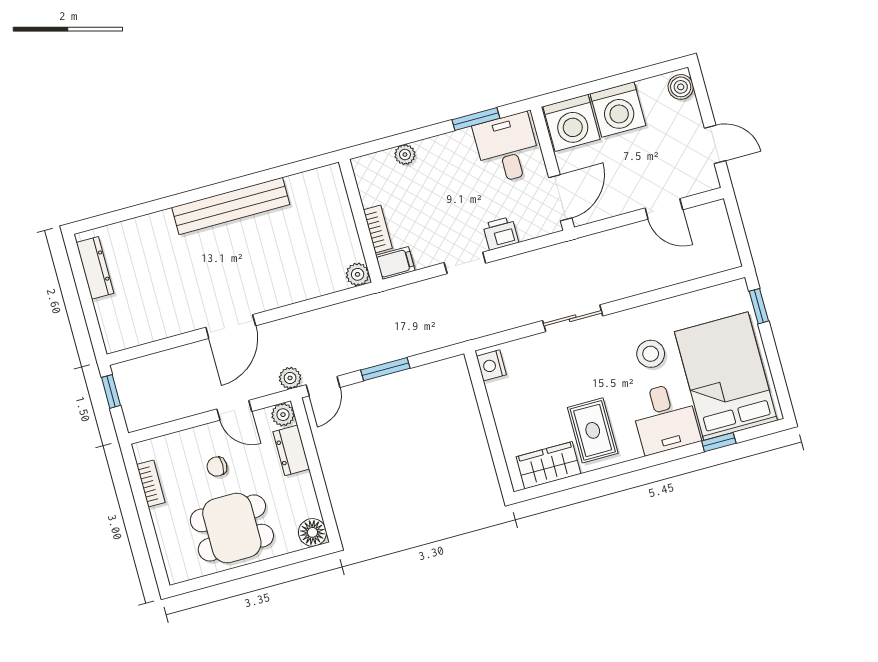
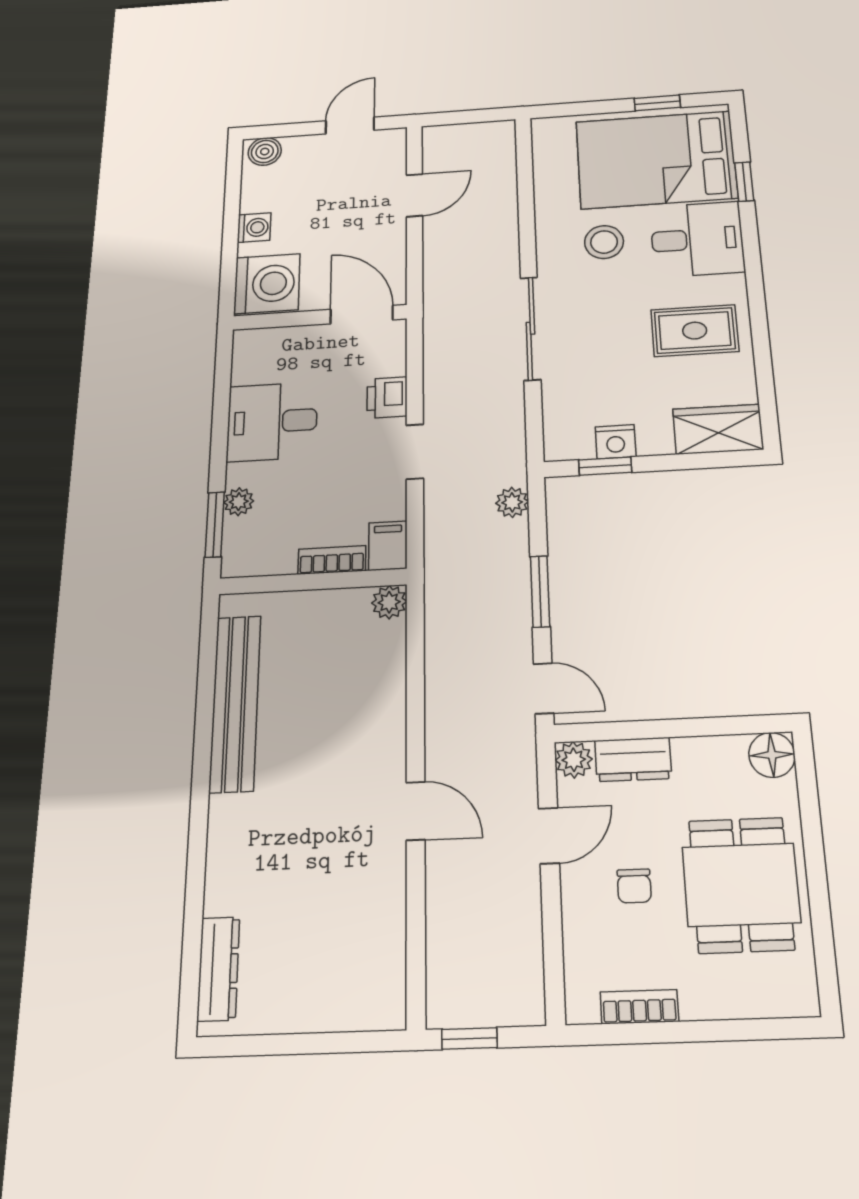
washing machine: (618, 110) -> (254, 228), width x0.53, depth x0.53
window: (476, 119) -> (215, 525), moved
desk: (507, 148) -> (272, 422), moved
bench: (231, 206) -> (235, 703), moved
dresser: (95, 268) -> (218, 969), moved, turned 90
window: (759, 306) -> (657, 103), moved
sliding door: (573, 318) -> (531, 328), width x1.37
door: (231, 327) -> (416, 811), width x0.73
nightstand: (491, 365) -> (616, 442), moved
plant: (290, 378) -> (512, 502), moved
window: (480, 392) -> (605, 466), added
wardrobe: (548, 465) -> (718, 429), moved, turned 90

